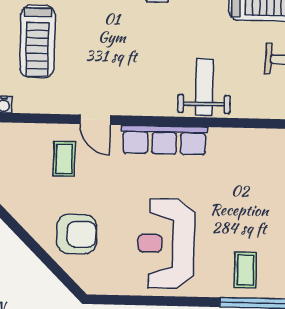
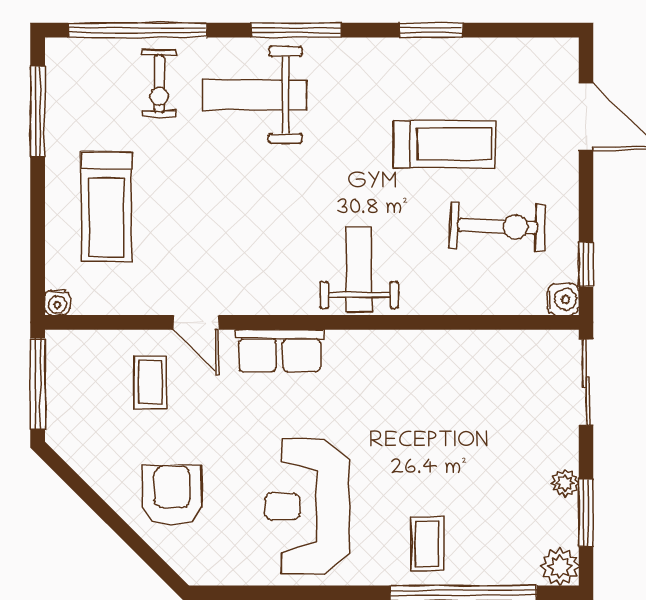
row of seats: (164, 140) -> (280, 351), width x0.68
armchair: (77, 234) -> (172, 495), turned -90

